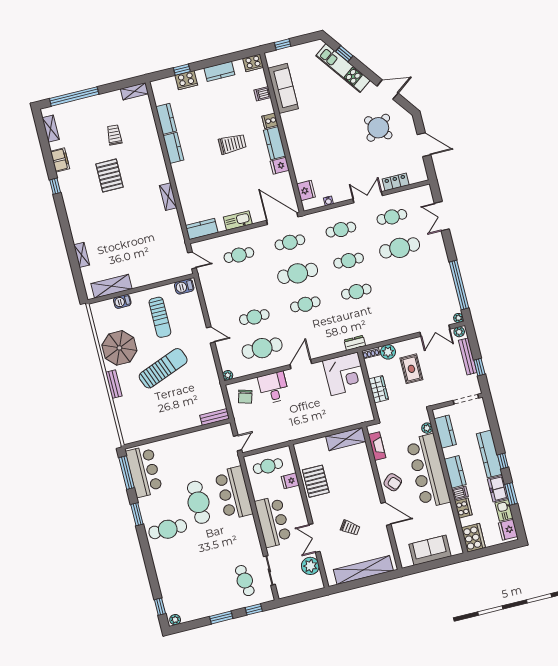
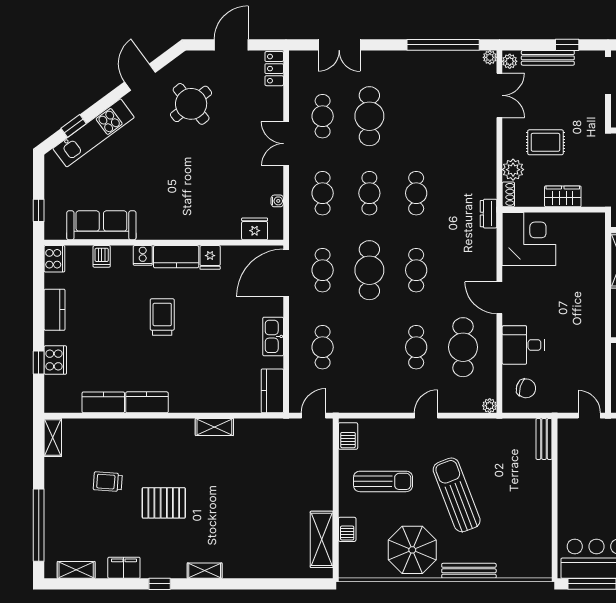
locker: (396, 182) -> (274, 69), moved
shelving: (82, 255) -> (205, 571), moved
bench: (114, 384) -> (469, 571), width x1.36

